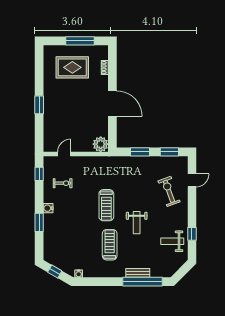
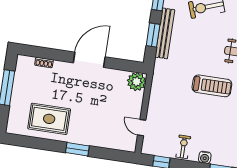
rug: (72, 67) -> (49, 119), moved, turned 90
bench: (143, 161) -> (165, 33), added
exercise bike: (63, 183) -> (183, 147), moved

